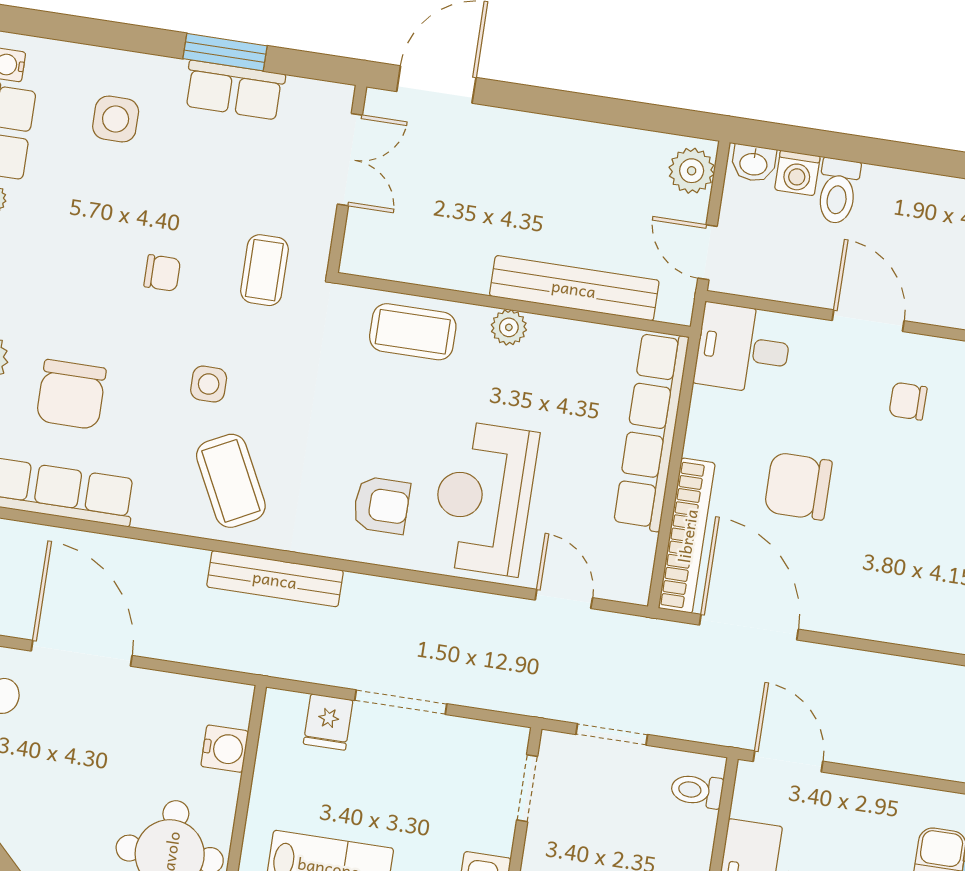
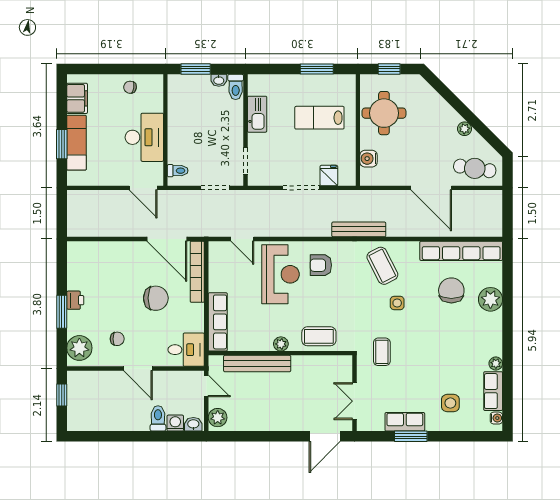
chair: (162, 273) -> (422, 344), removed
row of seats: (651, 431) -> (218, 322), width x0.73

